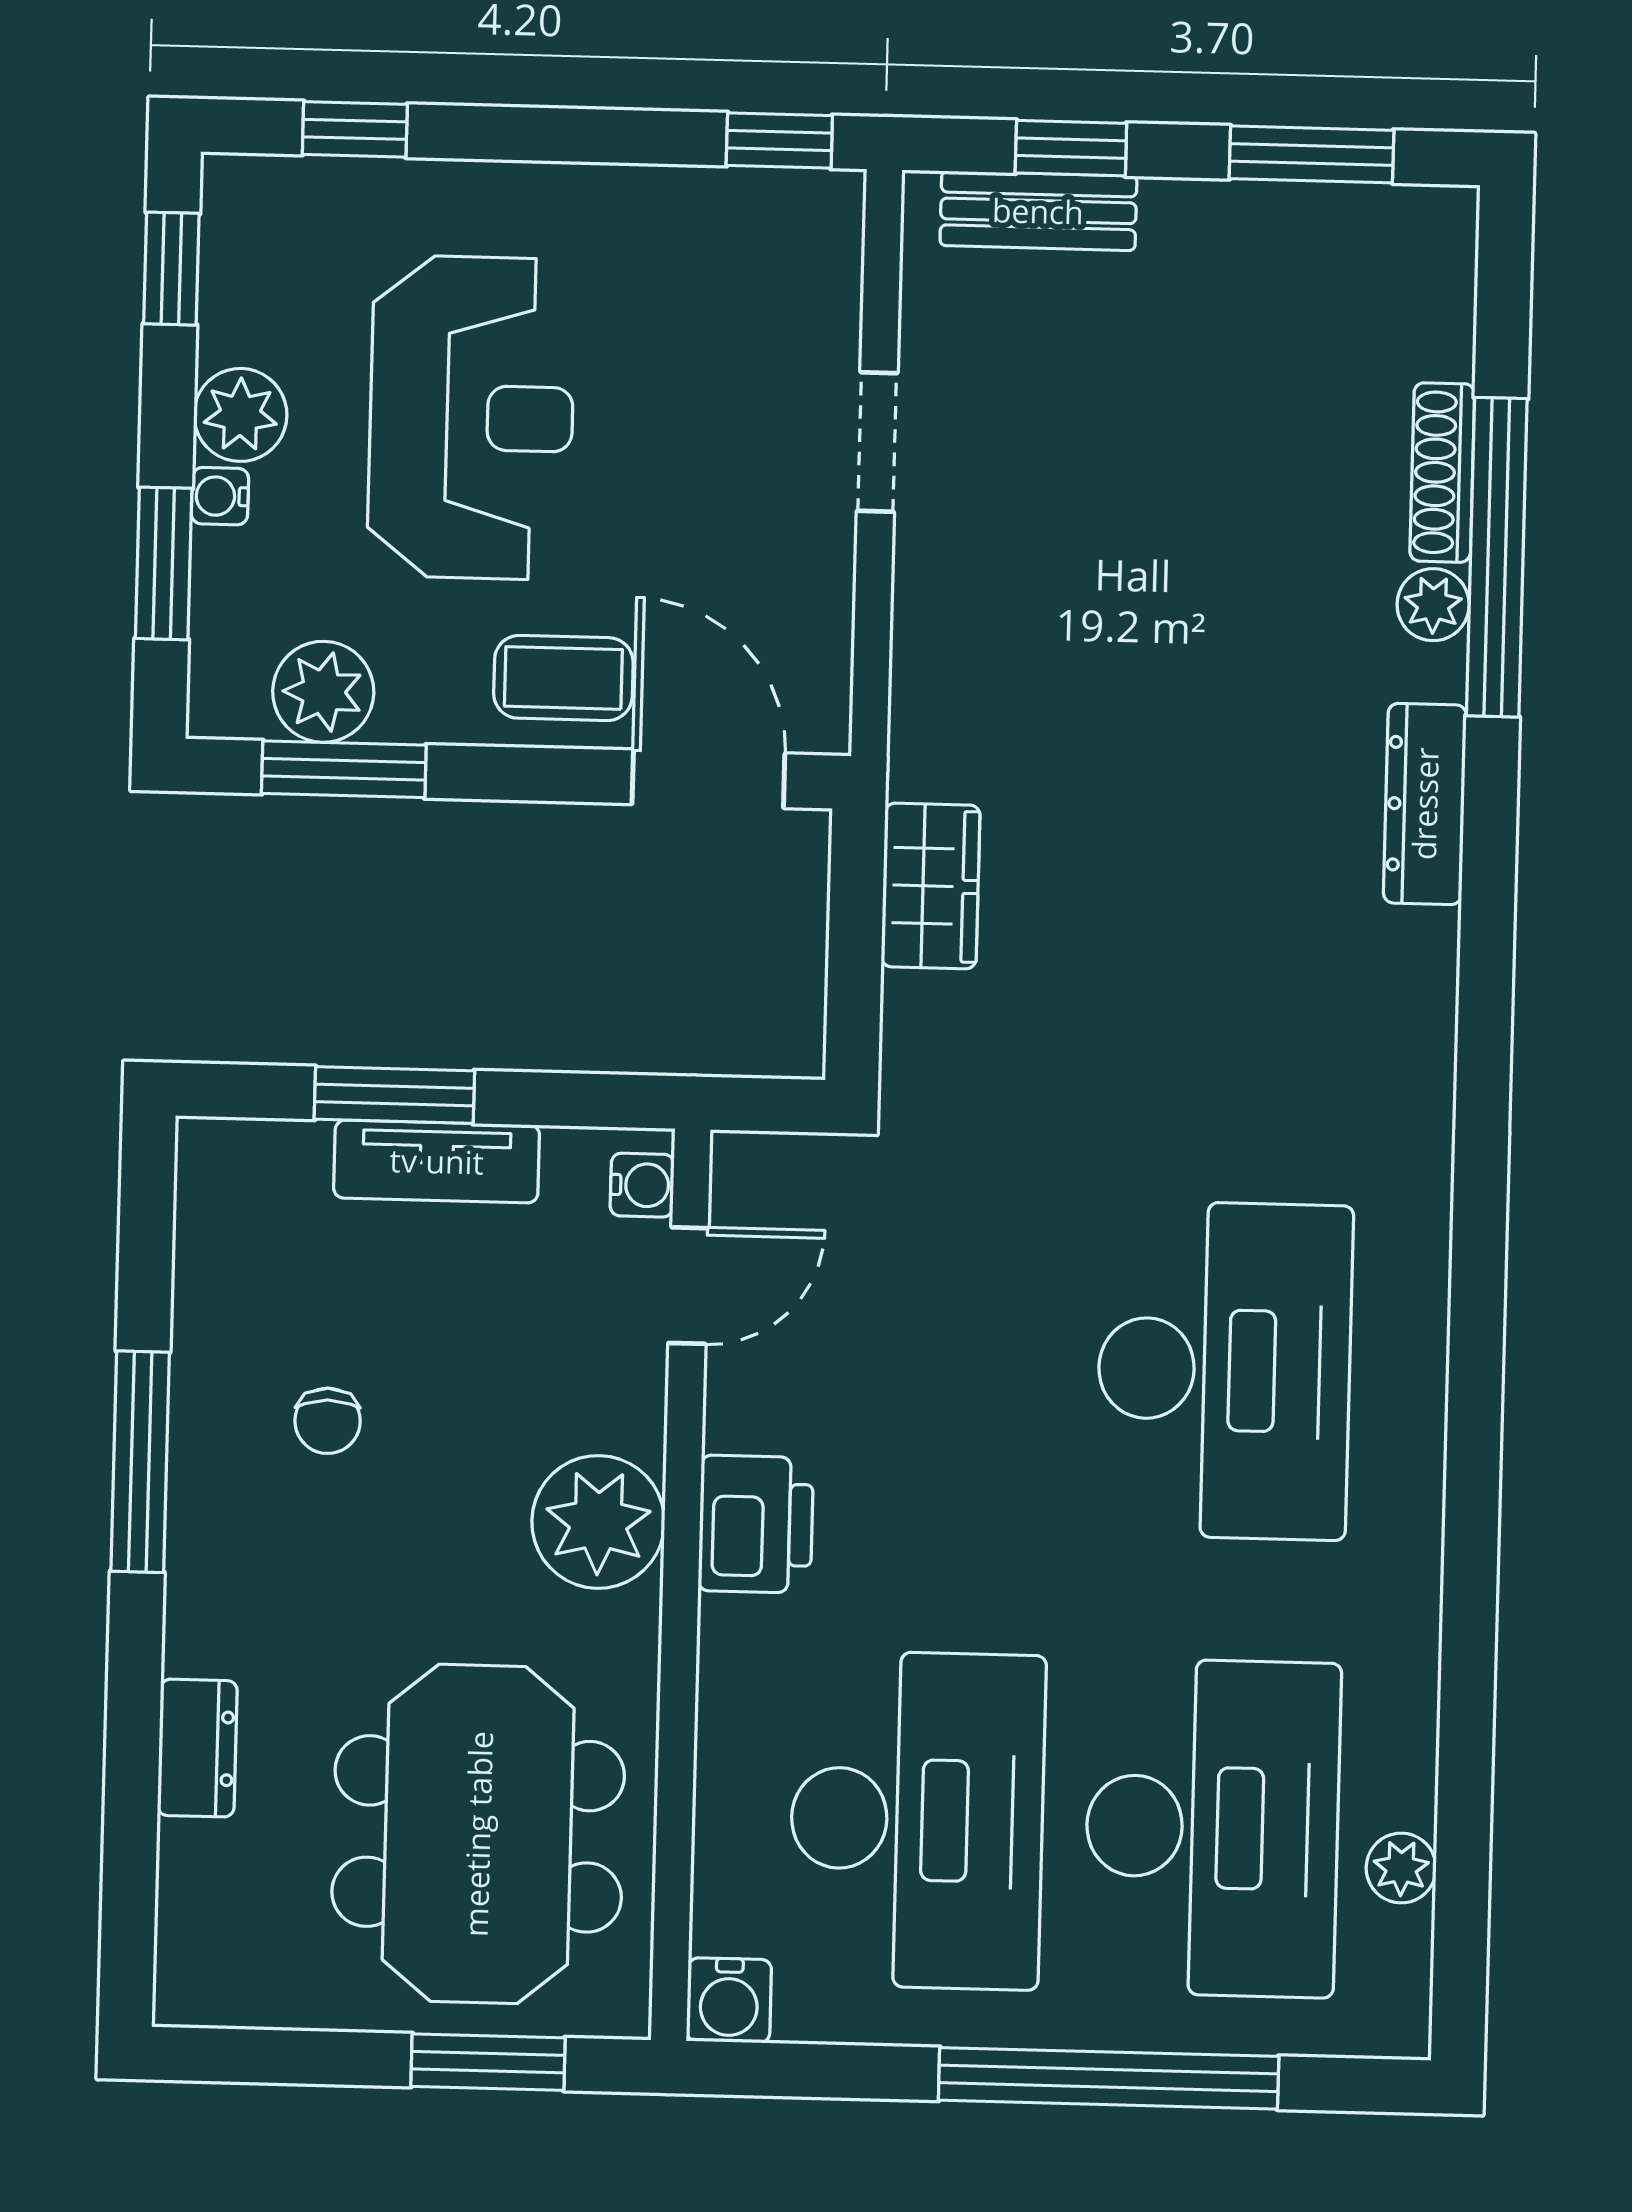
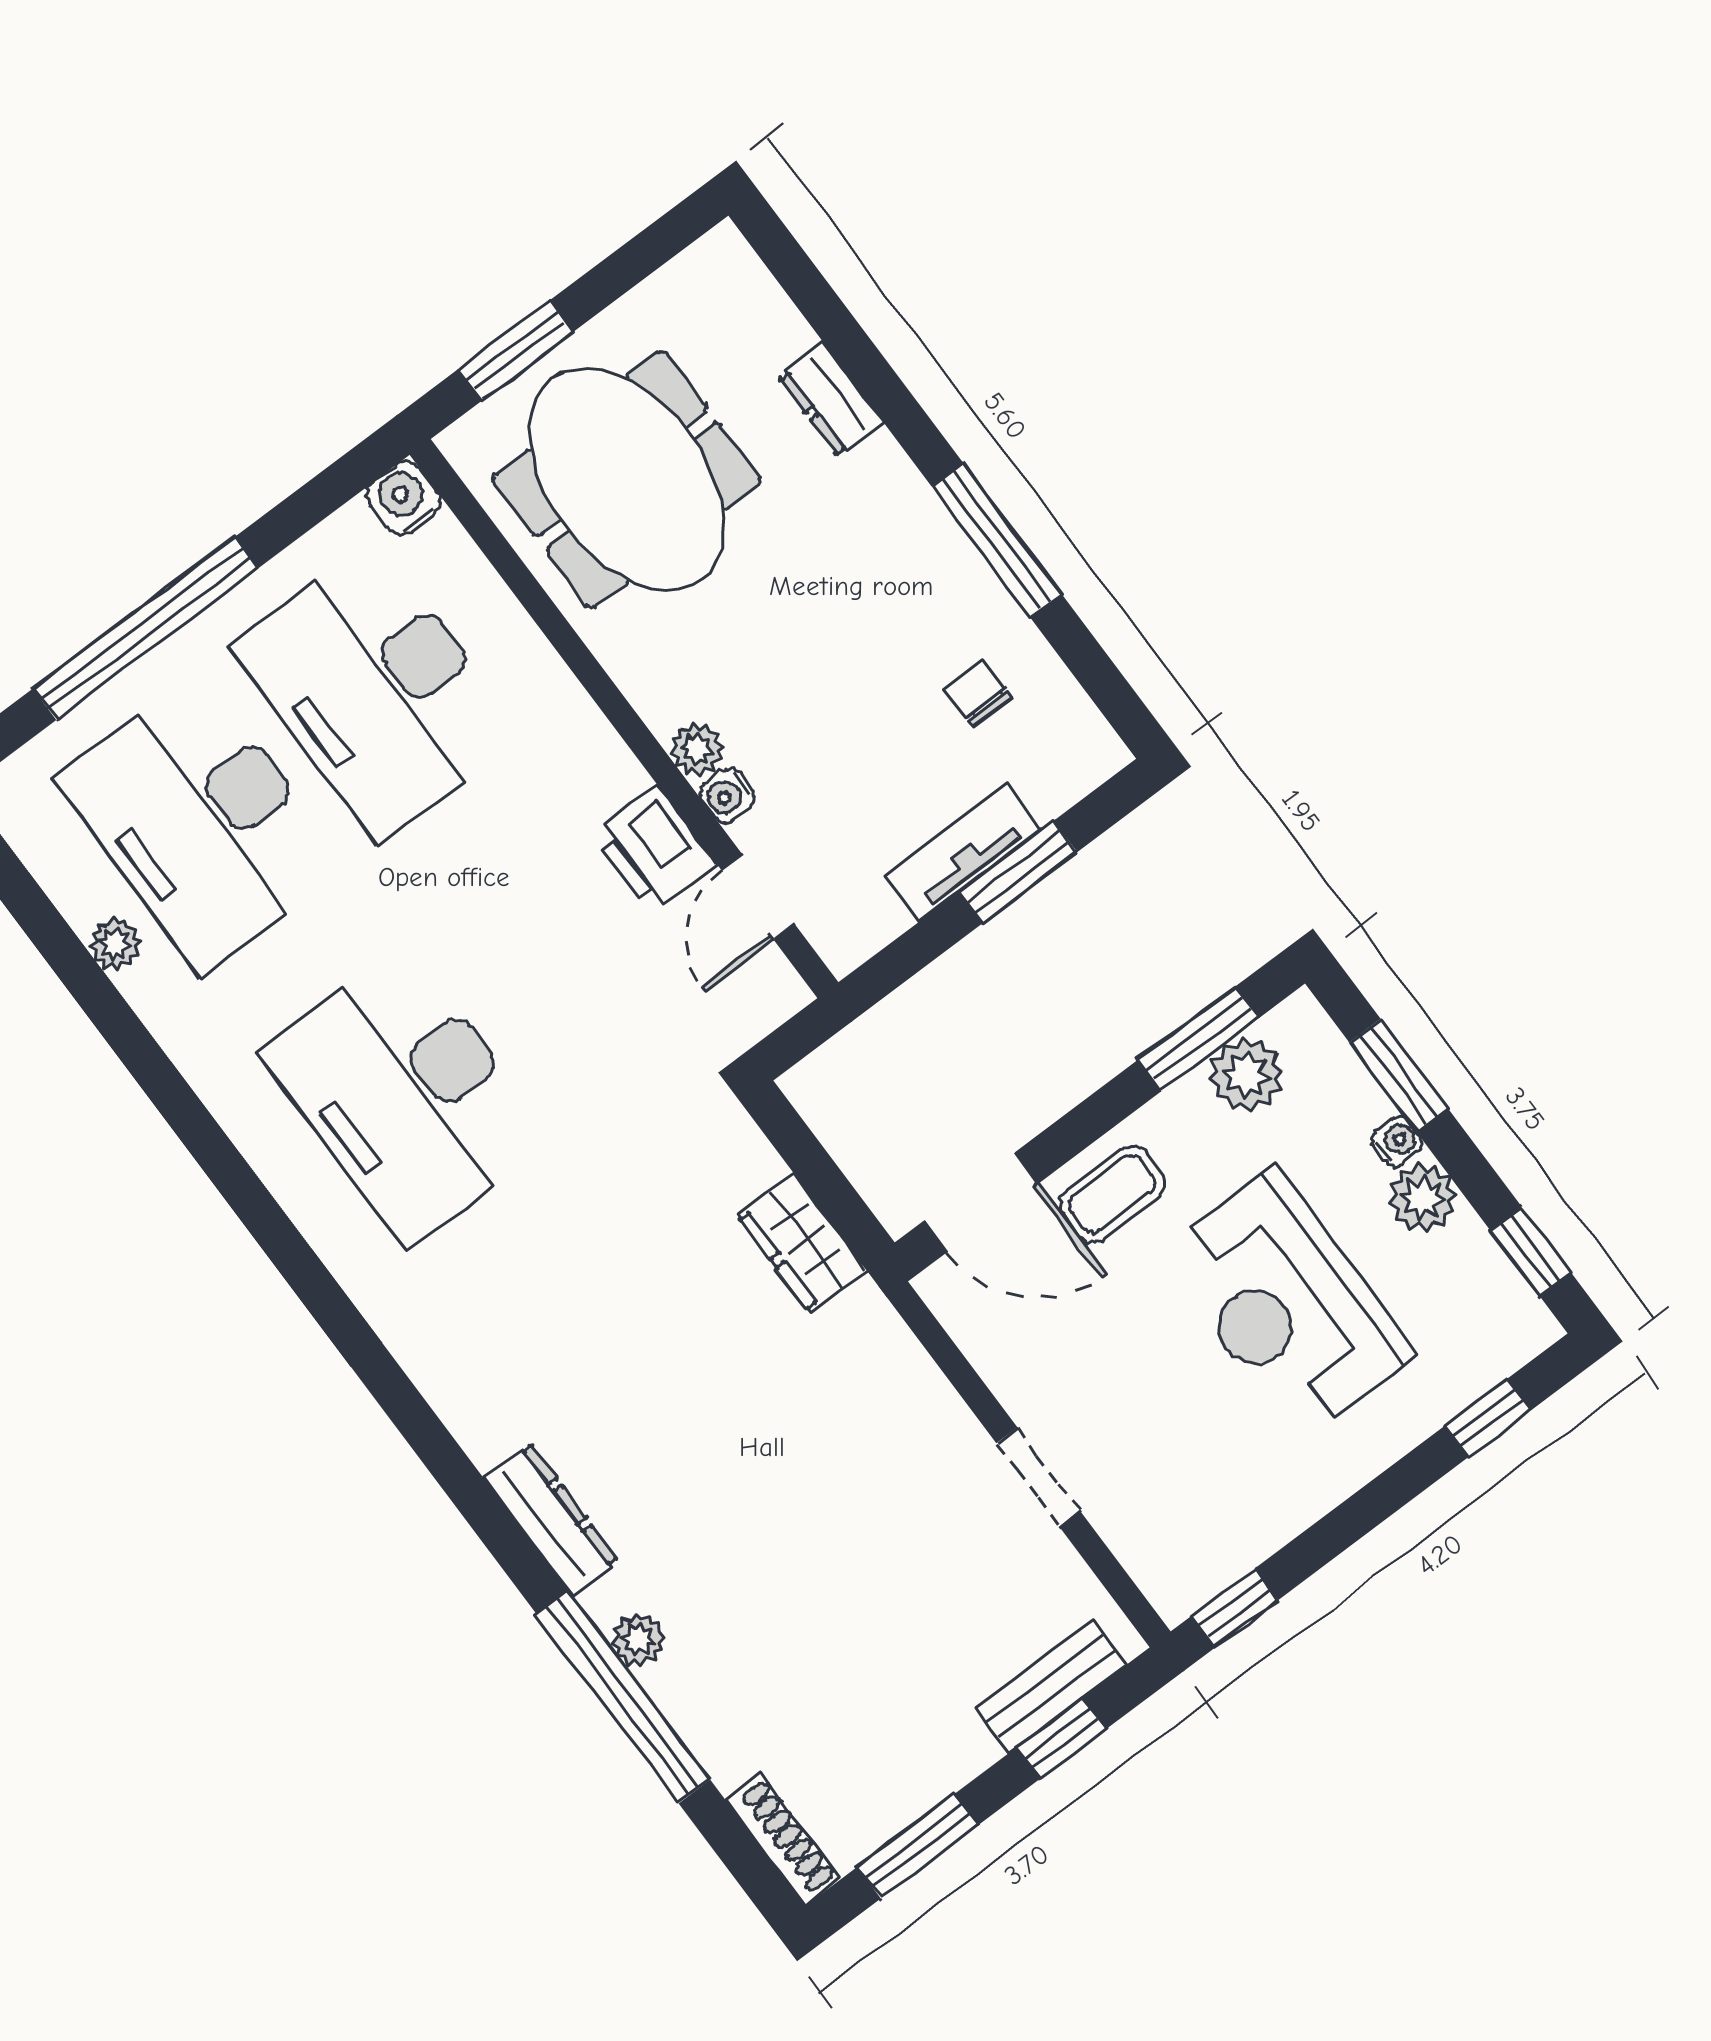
shoe rack: (1442, 473) -> (783, 1839), moved
water cooler: (642, 1185) -> (727, 795), moved
chair: (328, 1421) -> (978, 693), moved
plant: (598, 1522) -> (697, 749), width x0.53, depth x0.53
printer: (756, 1524) -> (654, 850), moved
plant: (1401, 1868) -> (115, 944), moved

